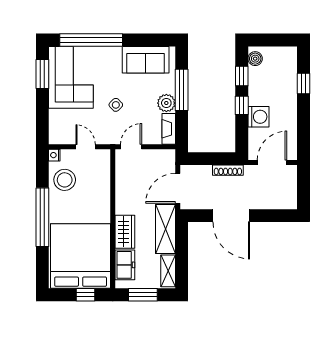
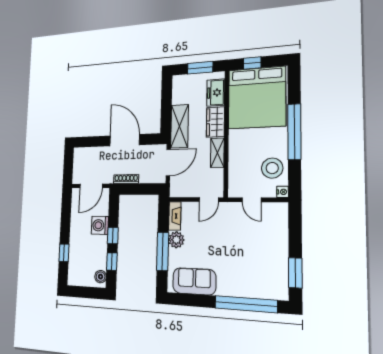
corner sofa: (71, 77) -> (266, 268), removed
side table: (116, 105) -> (222, 239), removed
shelving: (168, 271) -> (217, 153), moved

